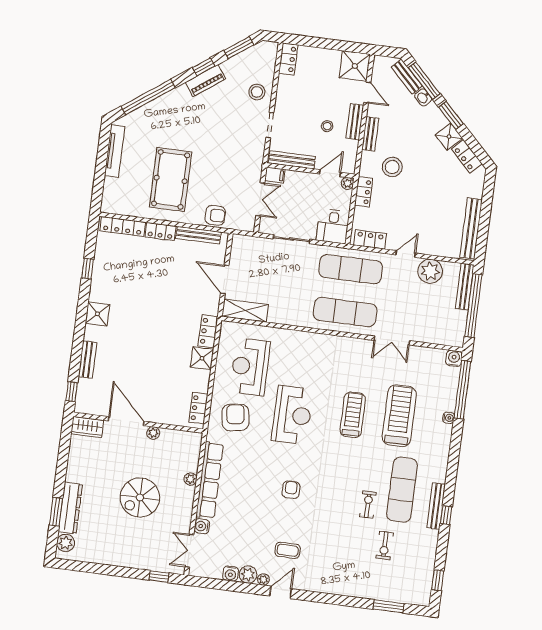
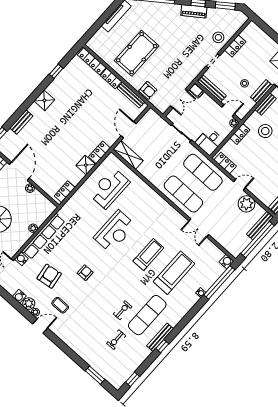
locker: (288, 59) -> (235, 46), moved
armchair: (235, 417) -> (49, 276), moved

